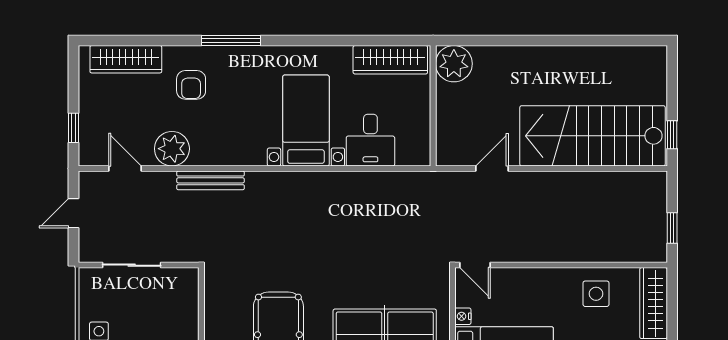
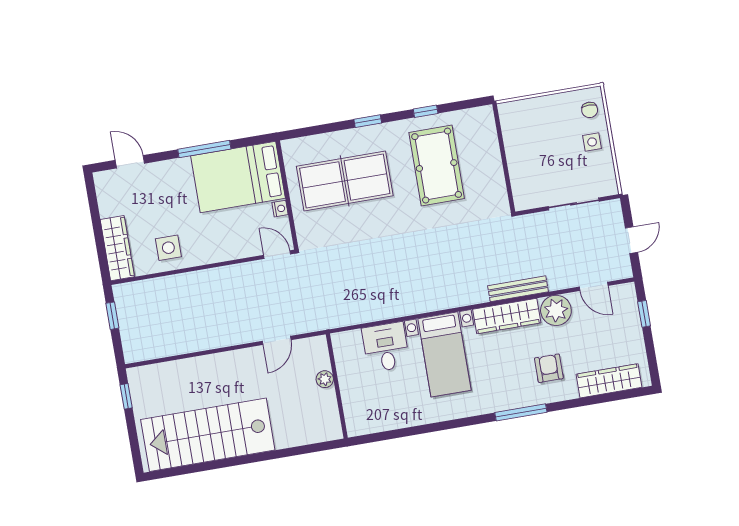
wardrobe: (390, 60) -> (507, 316), moved, turned 180
plant: (454, 64) -> (325, 379), moved, width x0.53, depth x0.53
stairs: (592, 136) -> (208, 435), moved, turned 180

